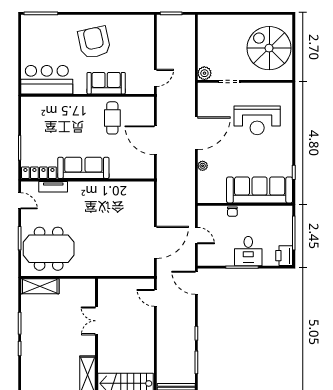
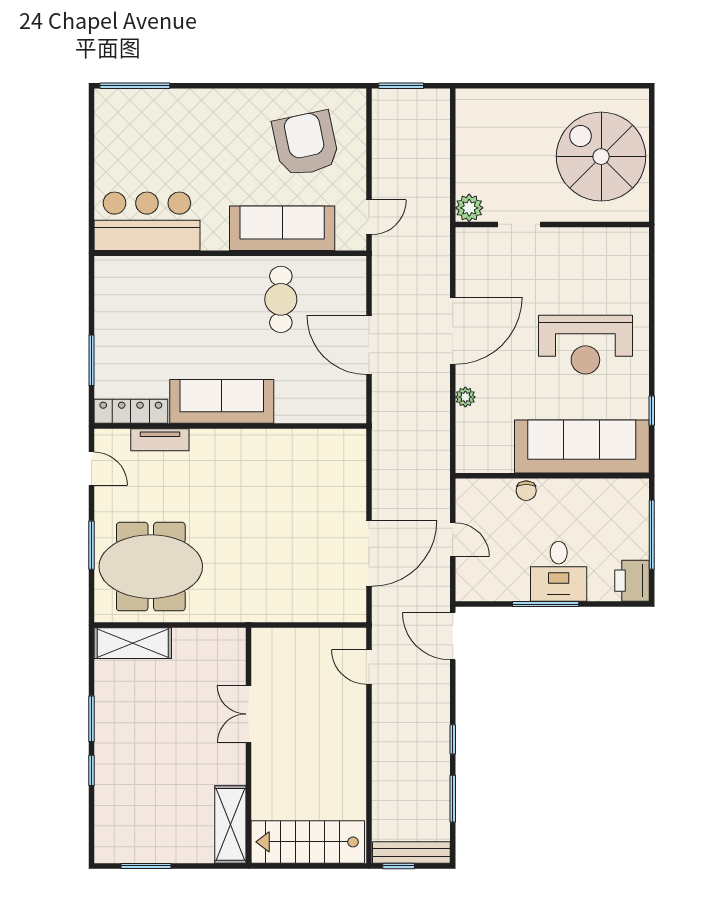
armchair: (94, 42) -> (306, 144), moved
sofa: (106, 83) -> (282, 228), width x1.36
reception desk: (257, 120) -> (585, 345), moved

